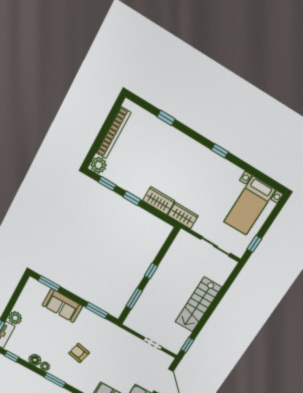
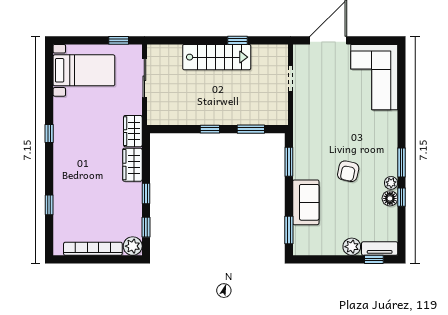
window: (187, 345) -> (238, 40), moved
armchair: (79, 353) -> (348, 171), moved
window: (12, 356) -> (402, 197), moved

